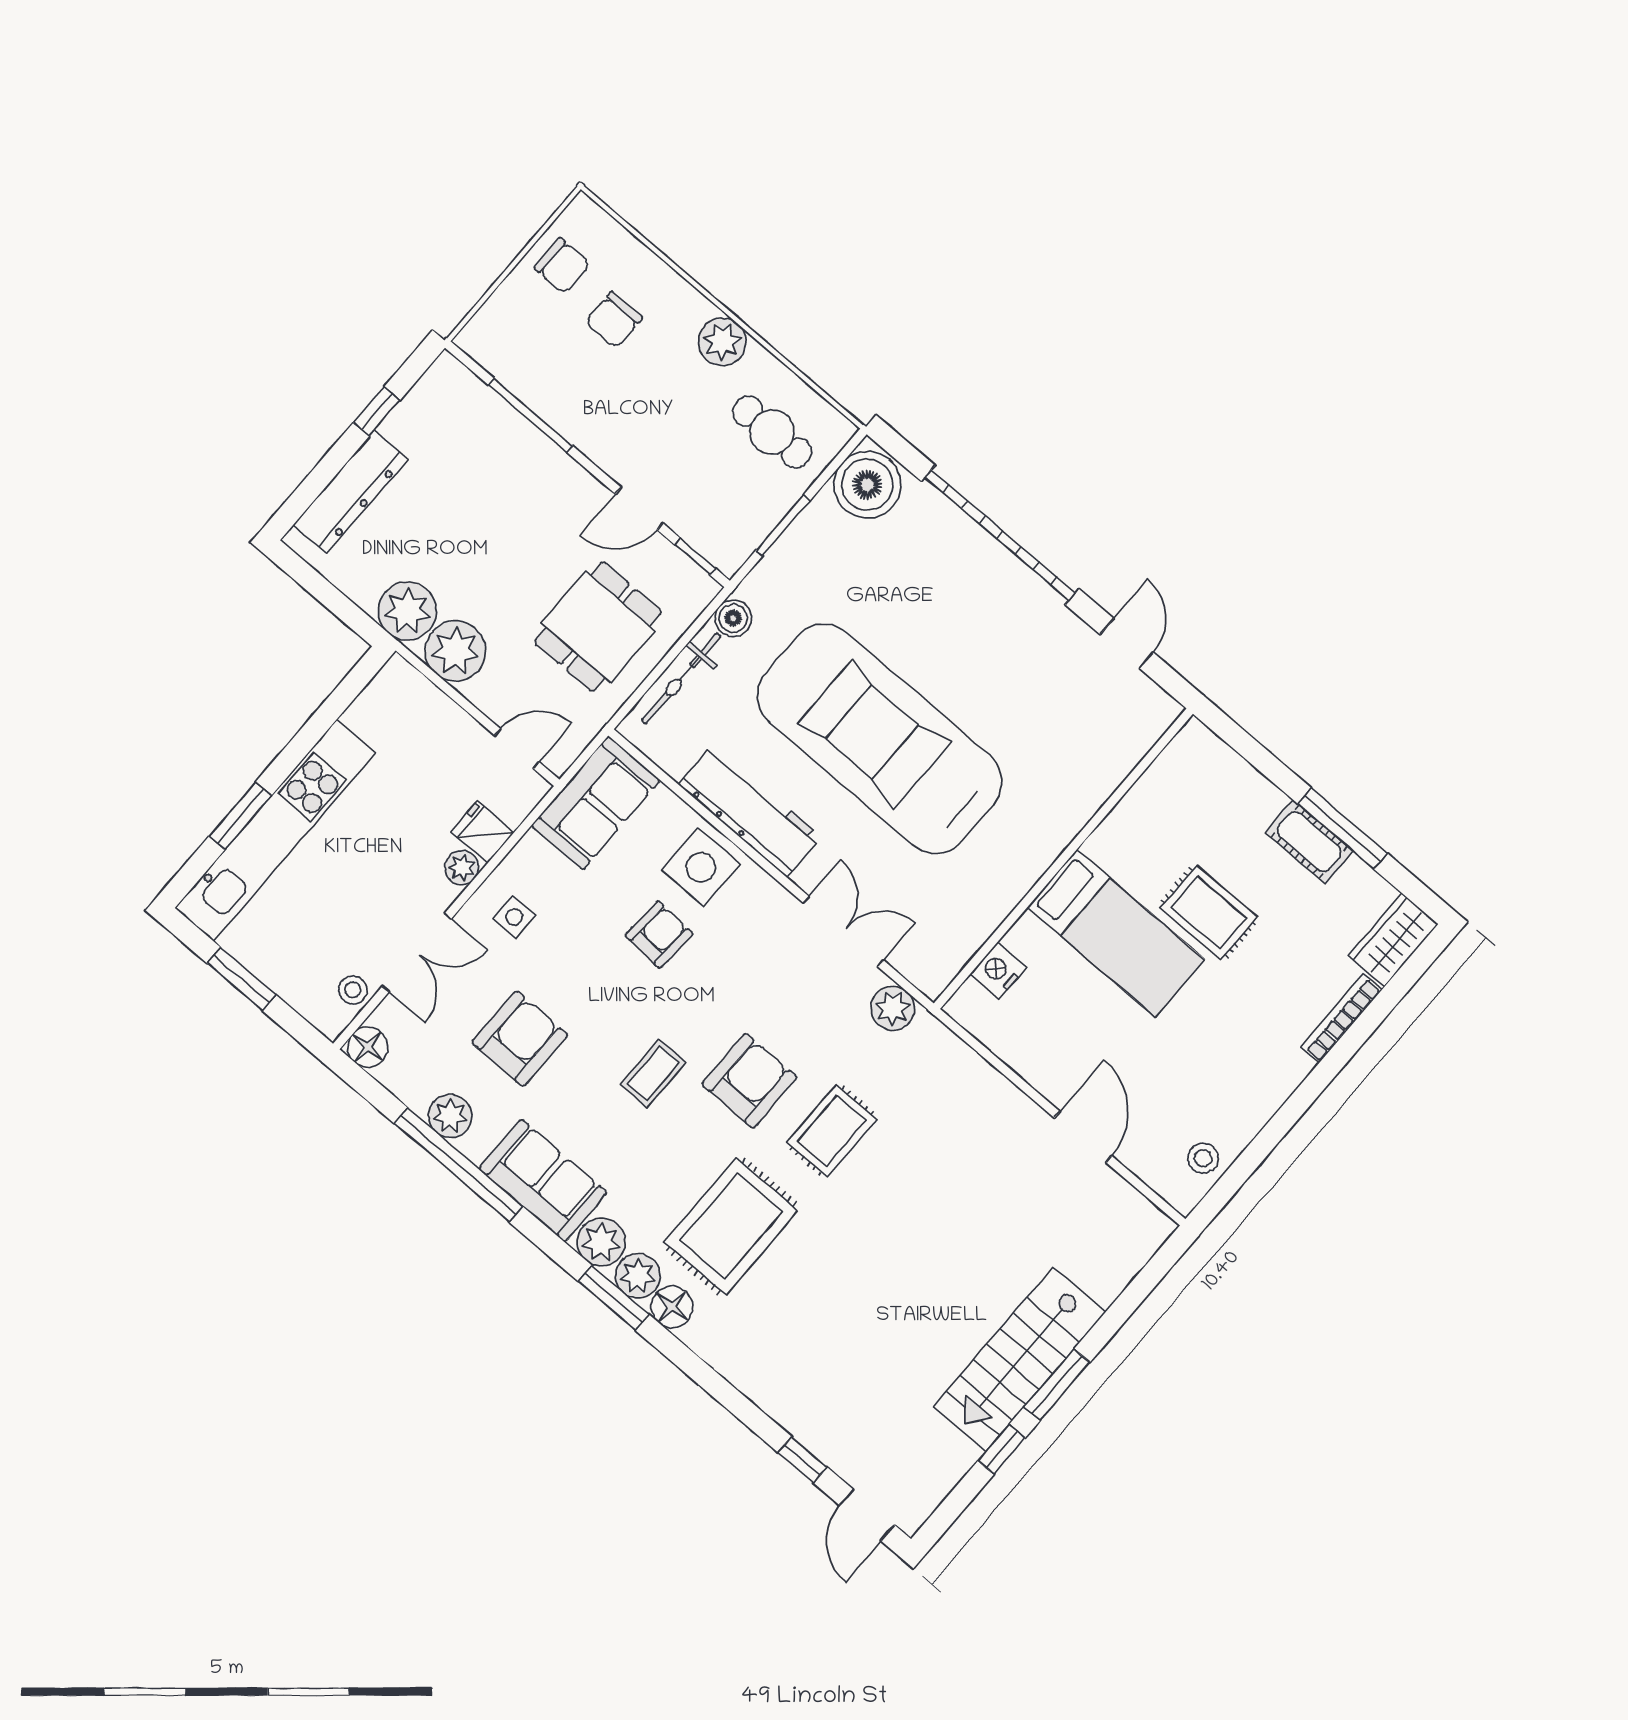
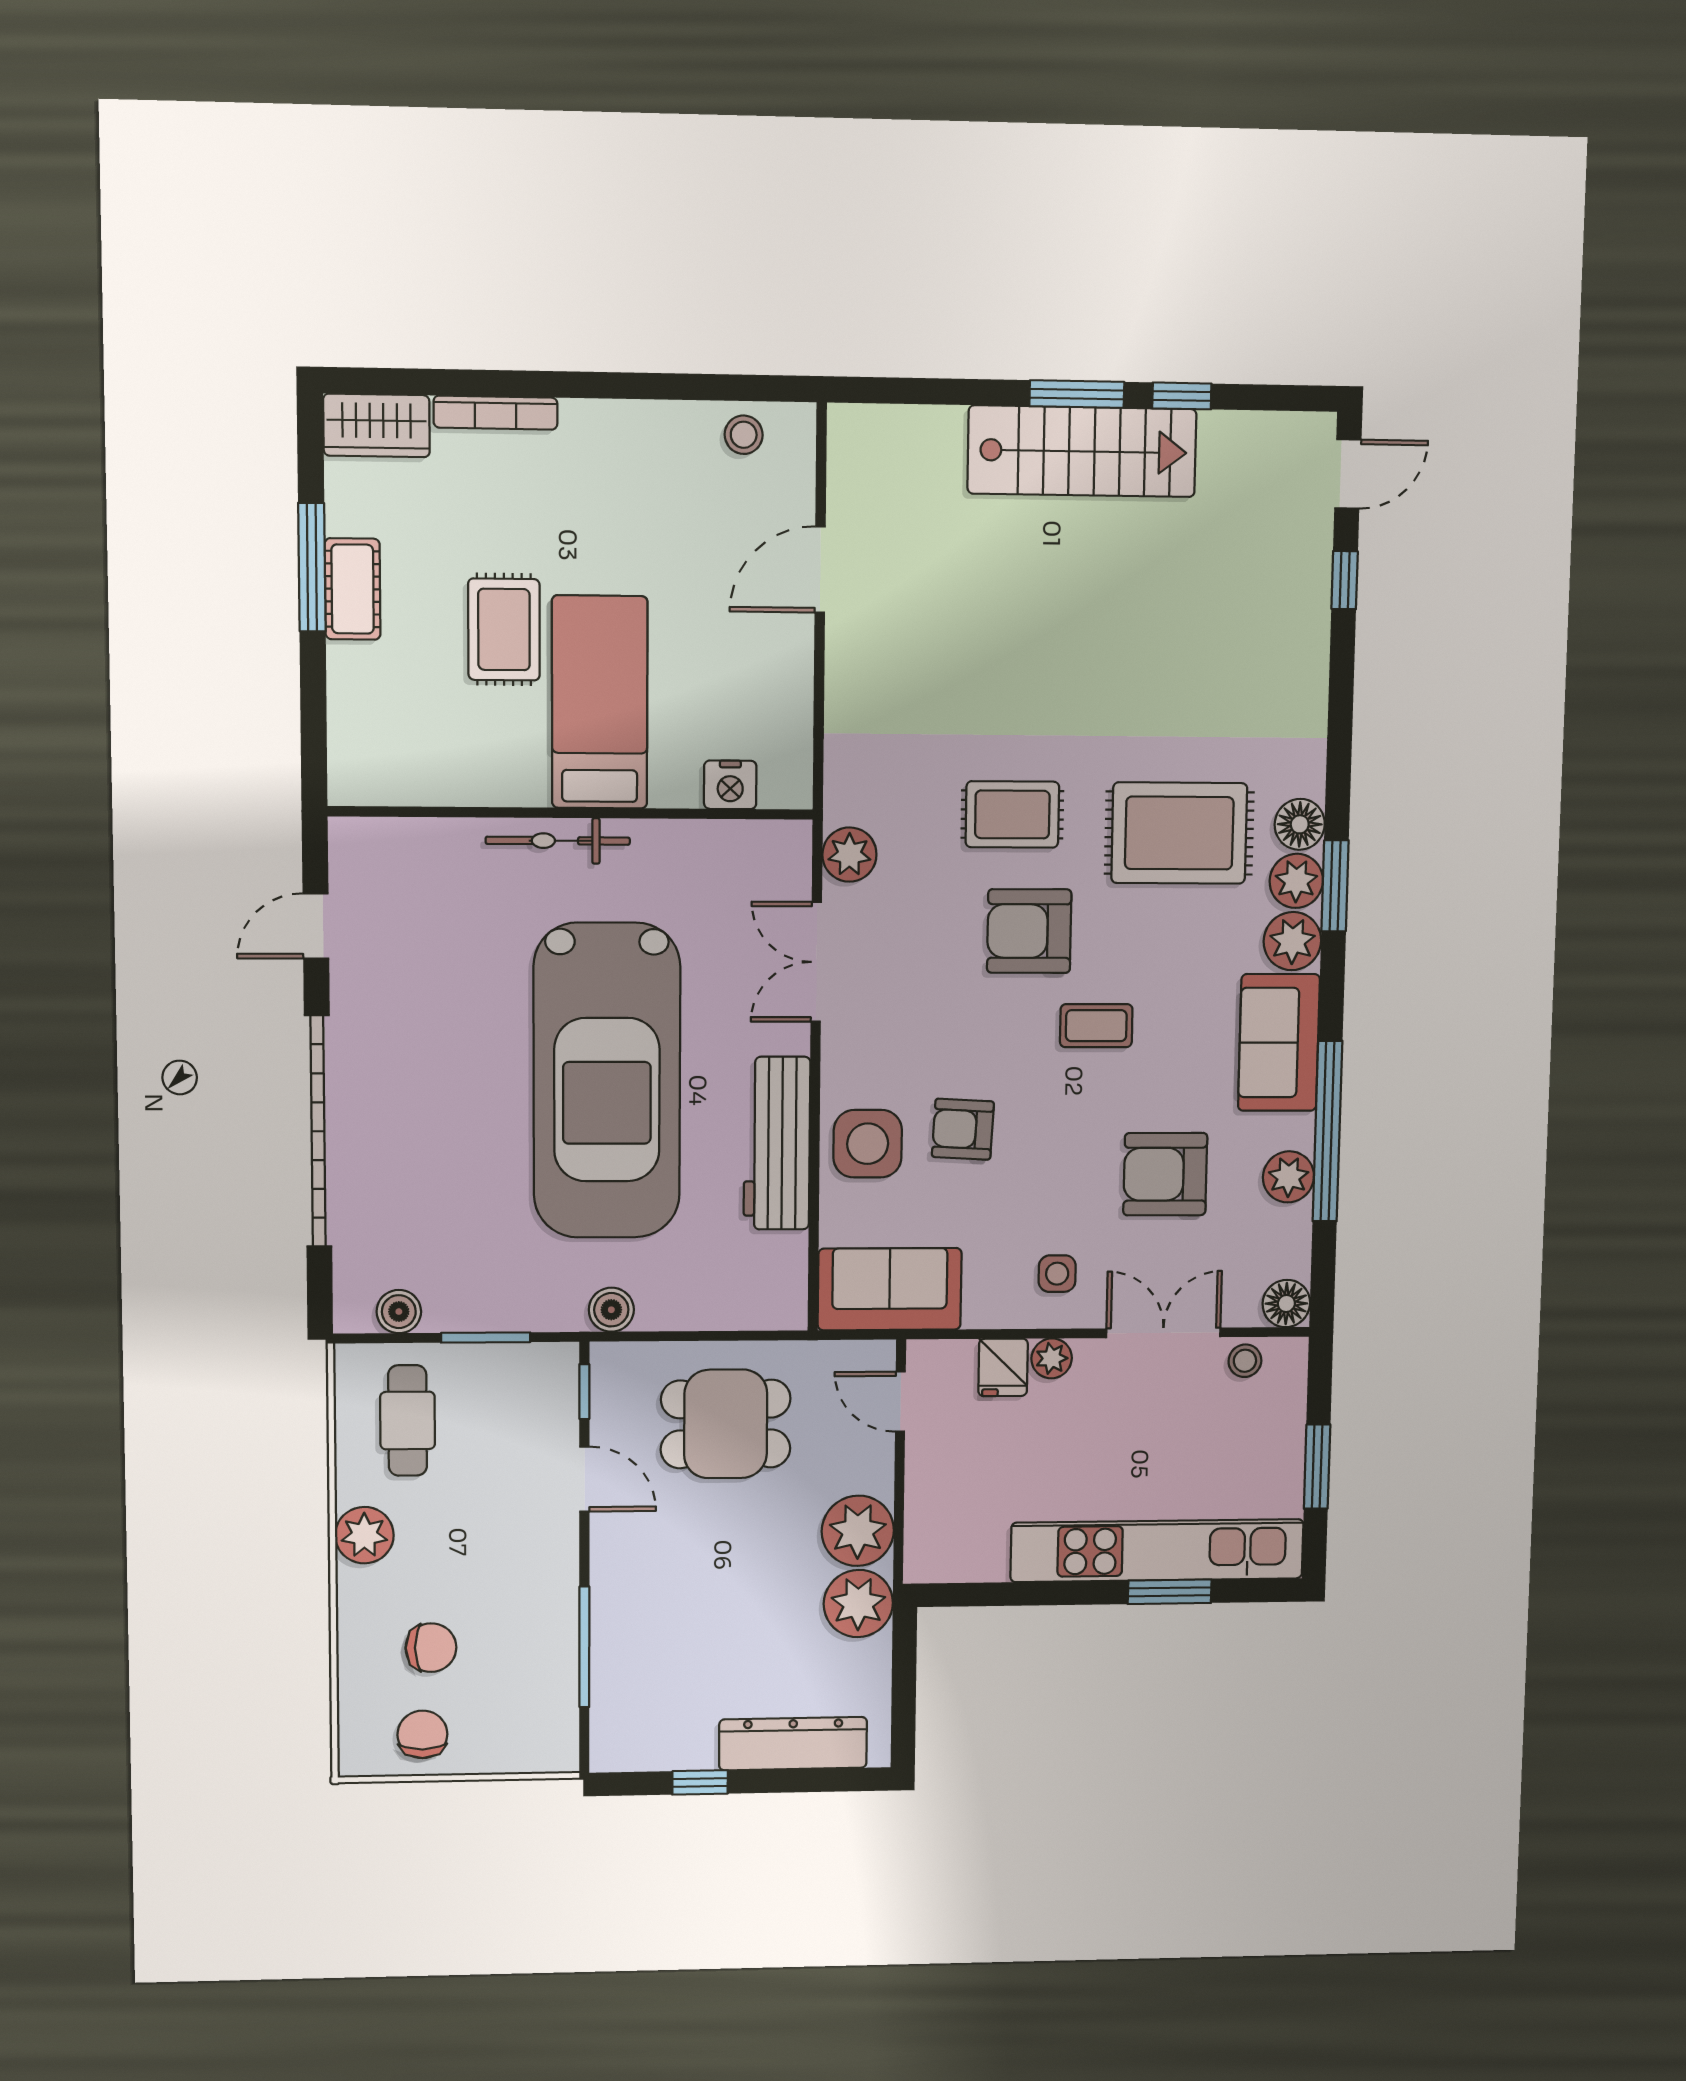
boiler: (867, 485) -> (399, 1312), width x0.54, depth x0.54
bicycle: (681, 678) -> (558, 841), moved, turned 180

